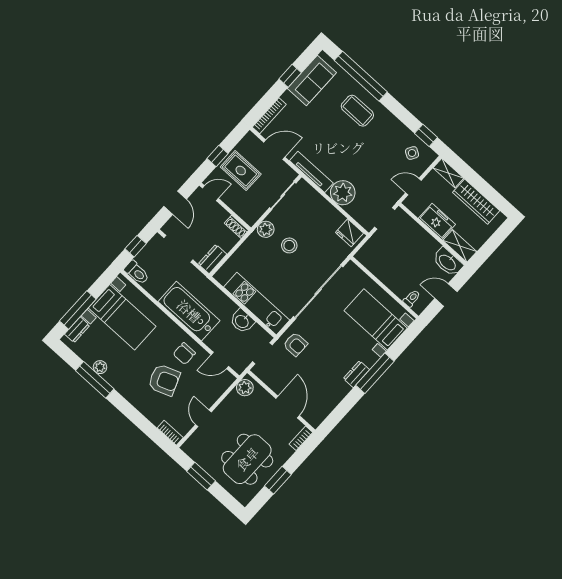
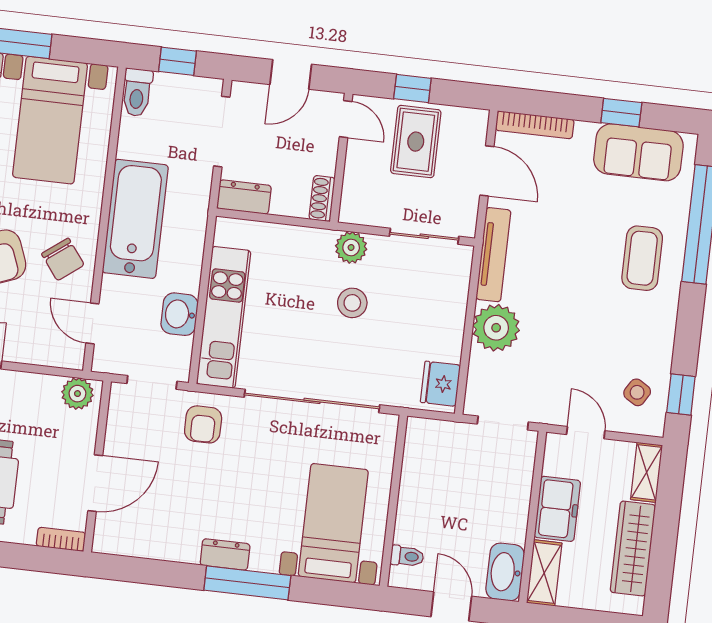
chair: (184, 354) -> (63, 259), turned -127

